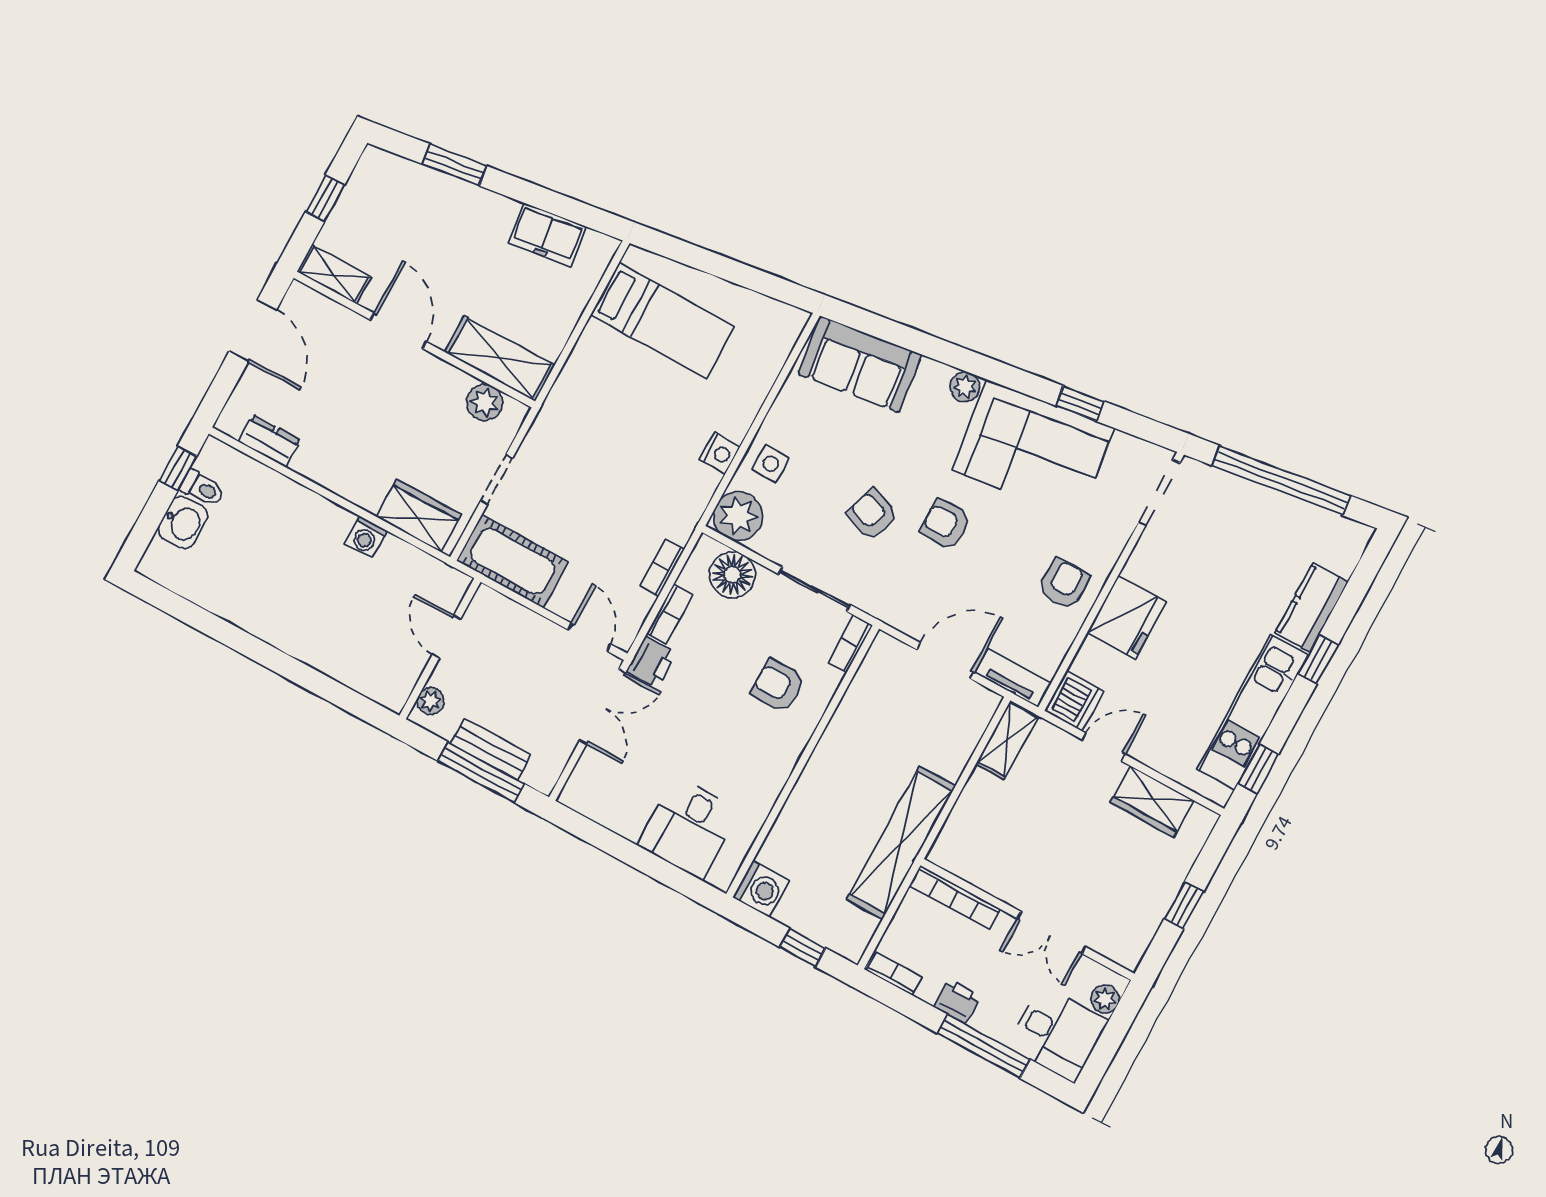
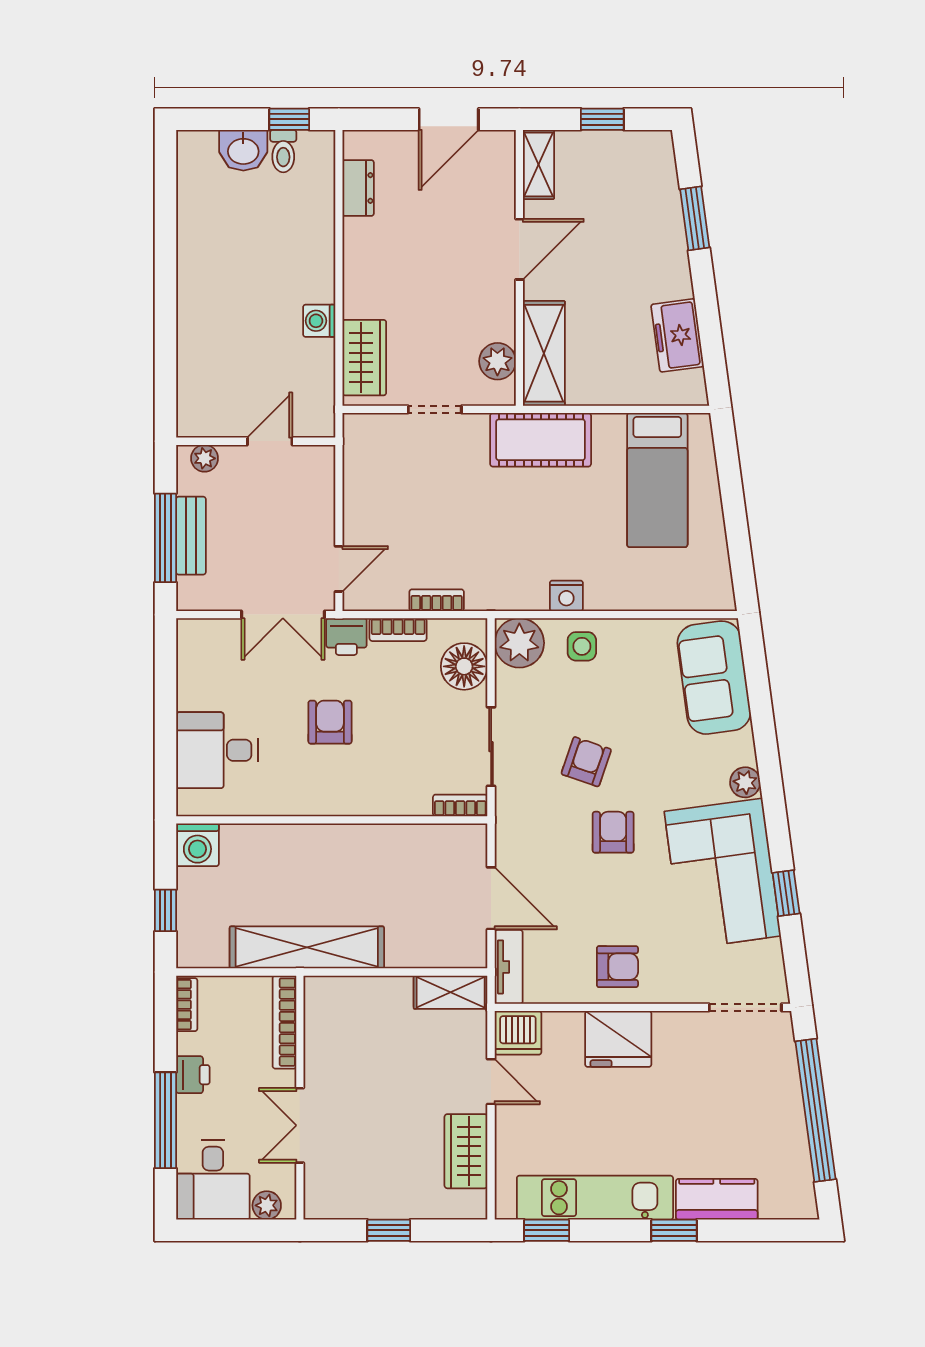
cot: (513, 561) -> (541, 440), moved, turned 90
armchair: (778, 686) -> (330, 722), moved

